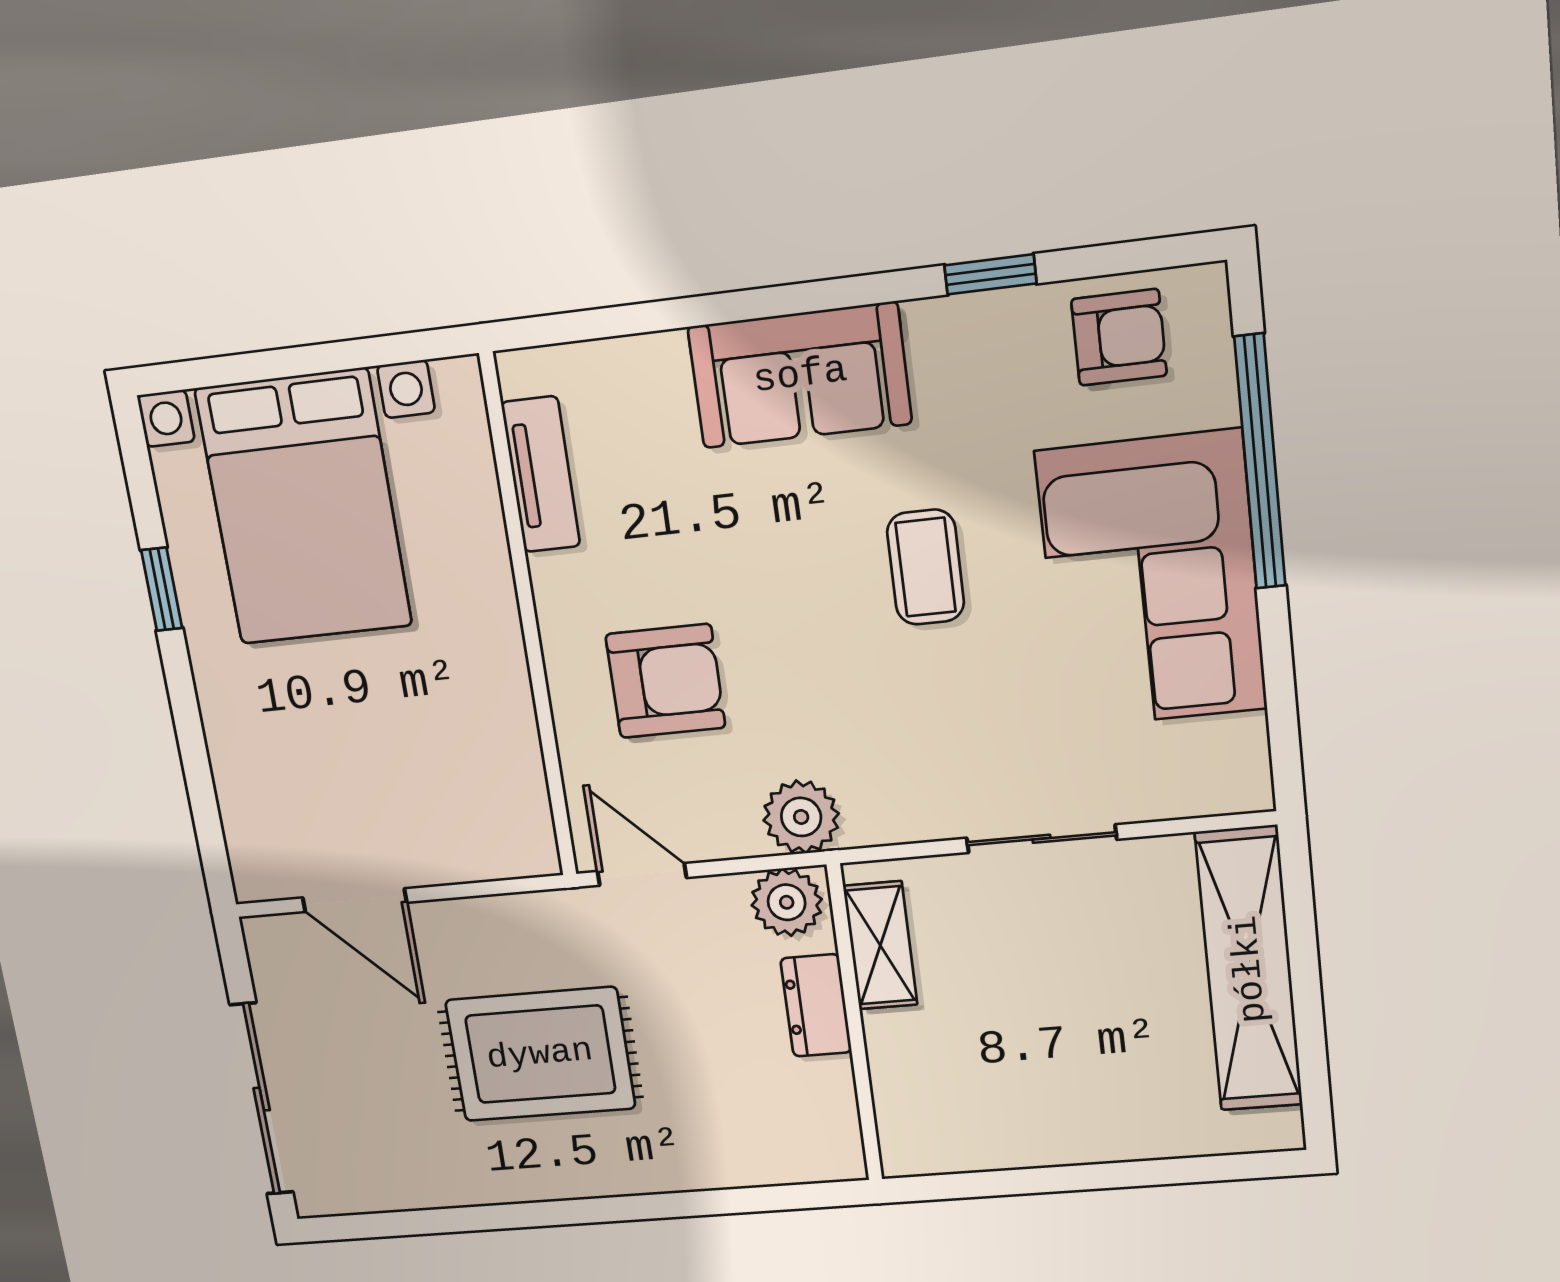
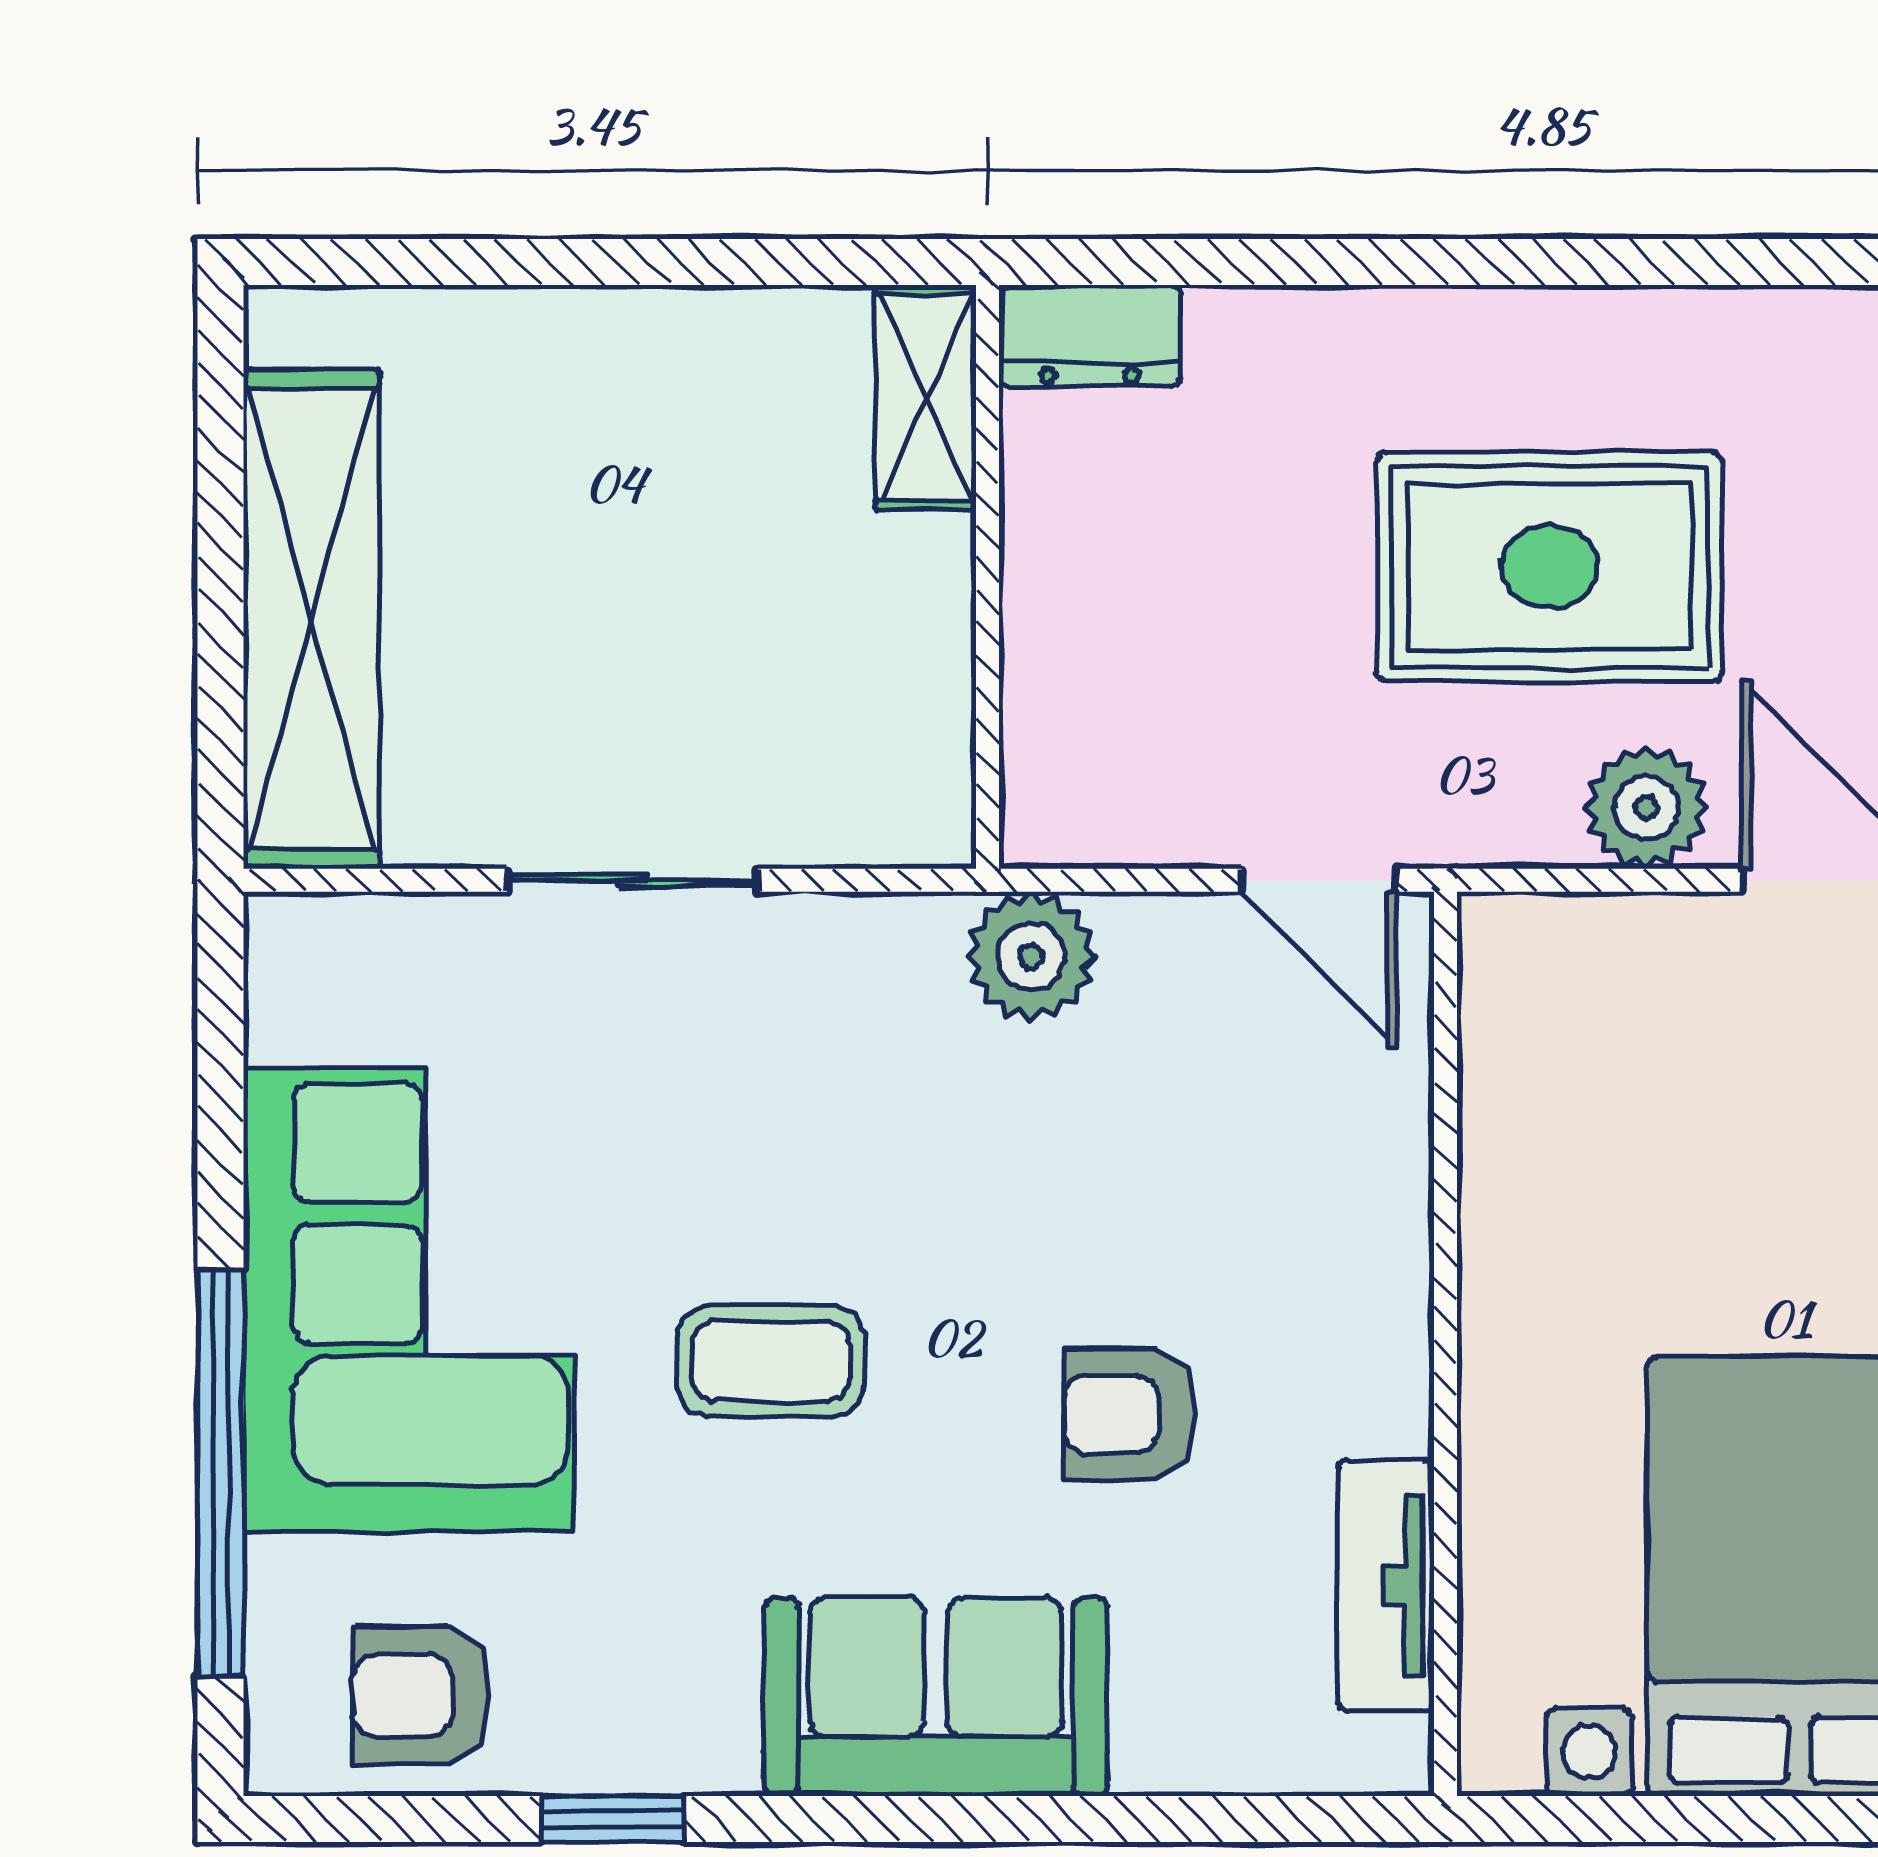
coffee table: (926, 567) -> (771, 1361), turned 90
armchair: (665, 681) -> (1129, 1414), moved, width x0.72, depth x0.72
plant: (787, 902) -> (1646, 808), moved
shelving: (880, 945) -> (926, 397), moved
dresser: (816, 1005) -> (1090, 336), moved, turned 90

